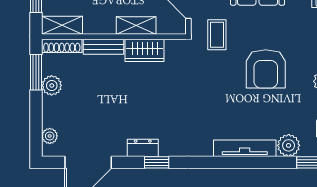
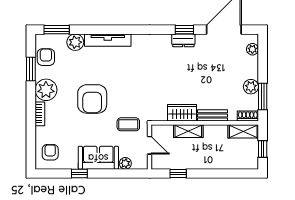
coffee table: (217, 35) -> (128, 124), turned 90
shoe rack: (62, 46) -> (248, 116), width x0.70
armchair: (266, 69) -> (92, 99), turned 180
window: (157, 162) -> (184, 30), moved

